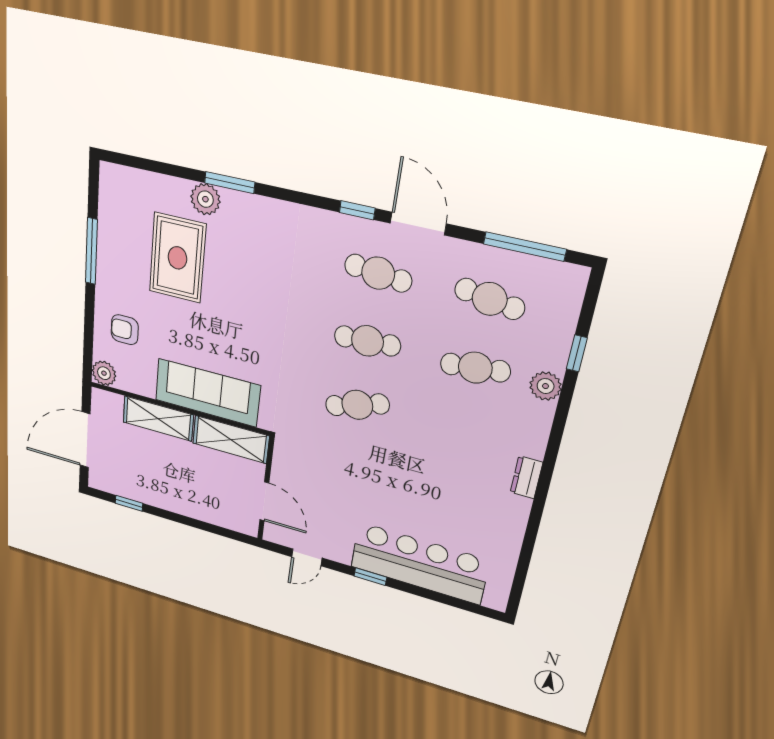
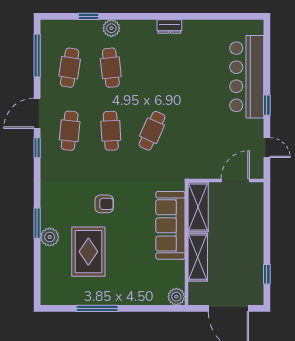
rug: (177, 258) -> (88, 252), turned 90
armchair: (125, 330) -> (104, 204), moved, turned -90
cafe table: (357, 405) -> (152, 131), turned 42

